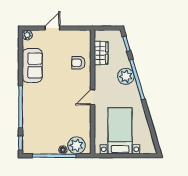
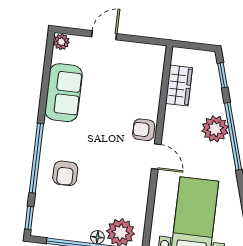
armchair: (78, 63) -> (144, 130), moved
door: (93, 97) -> (156, 157), swing flipped
armchair: (39, 114) -> (65, 173), added

